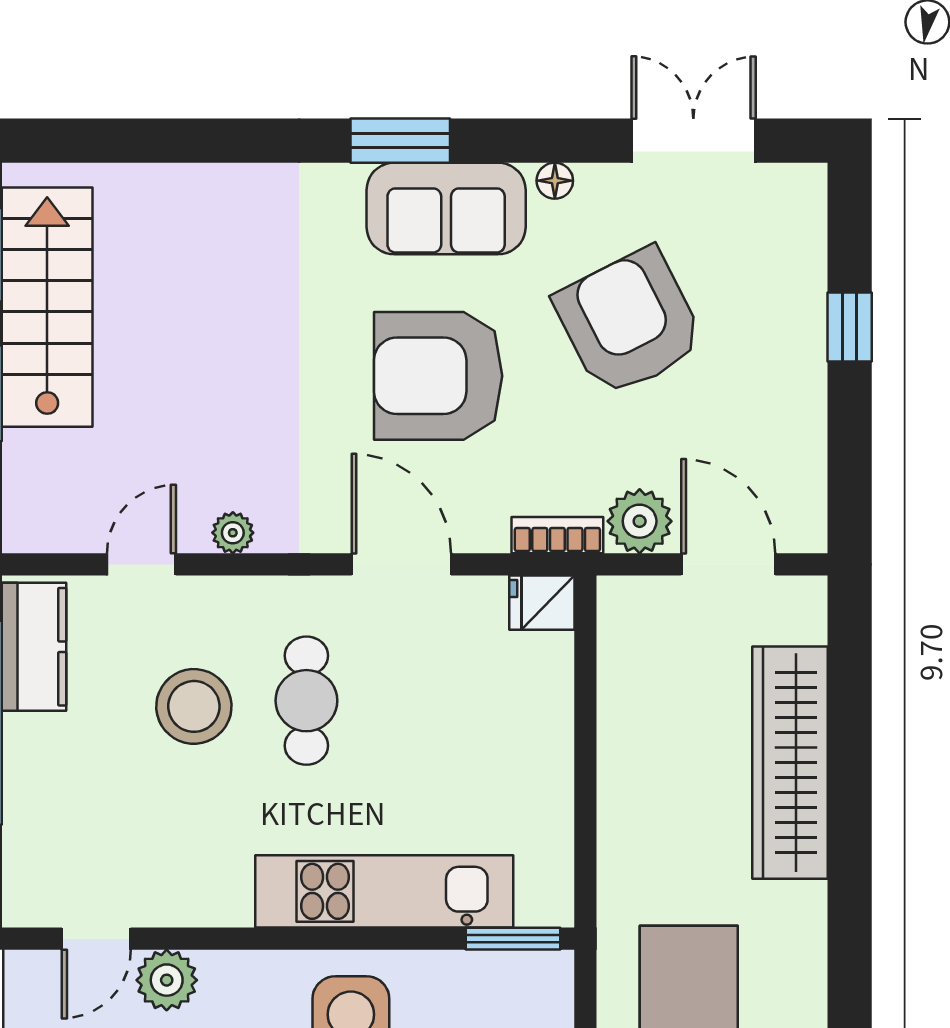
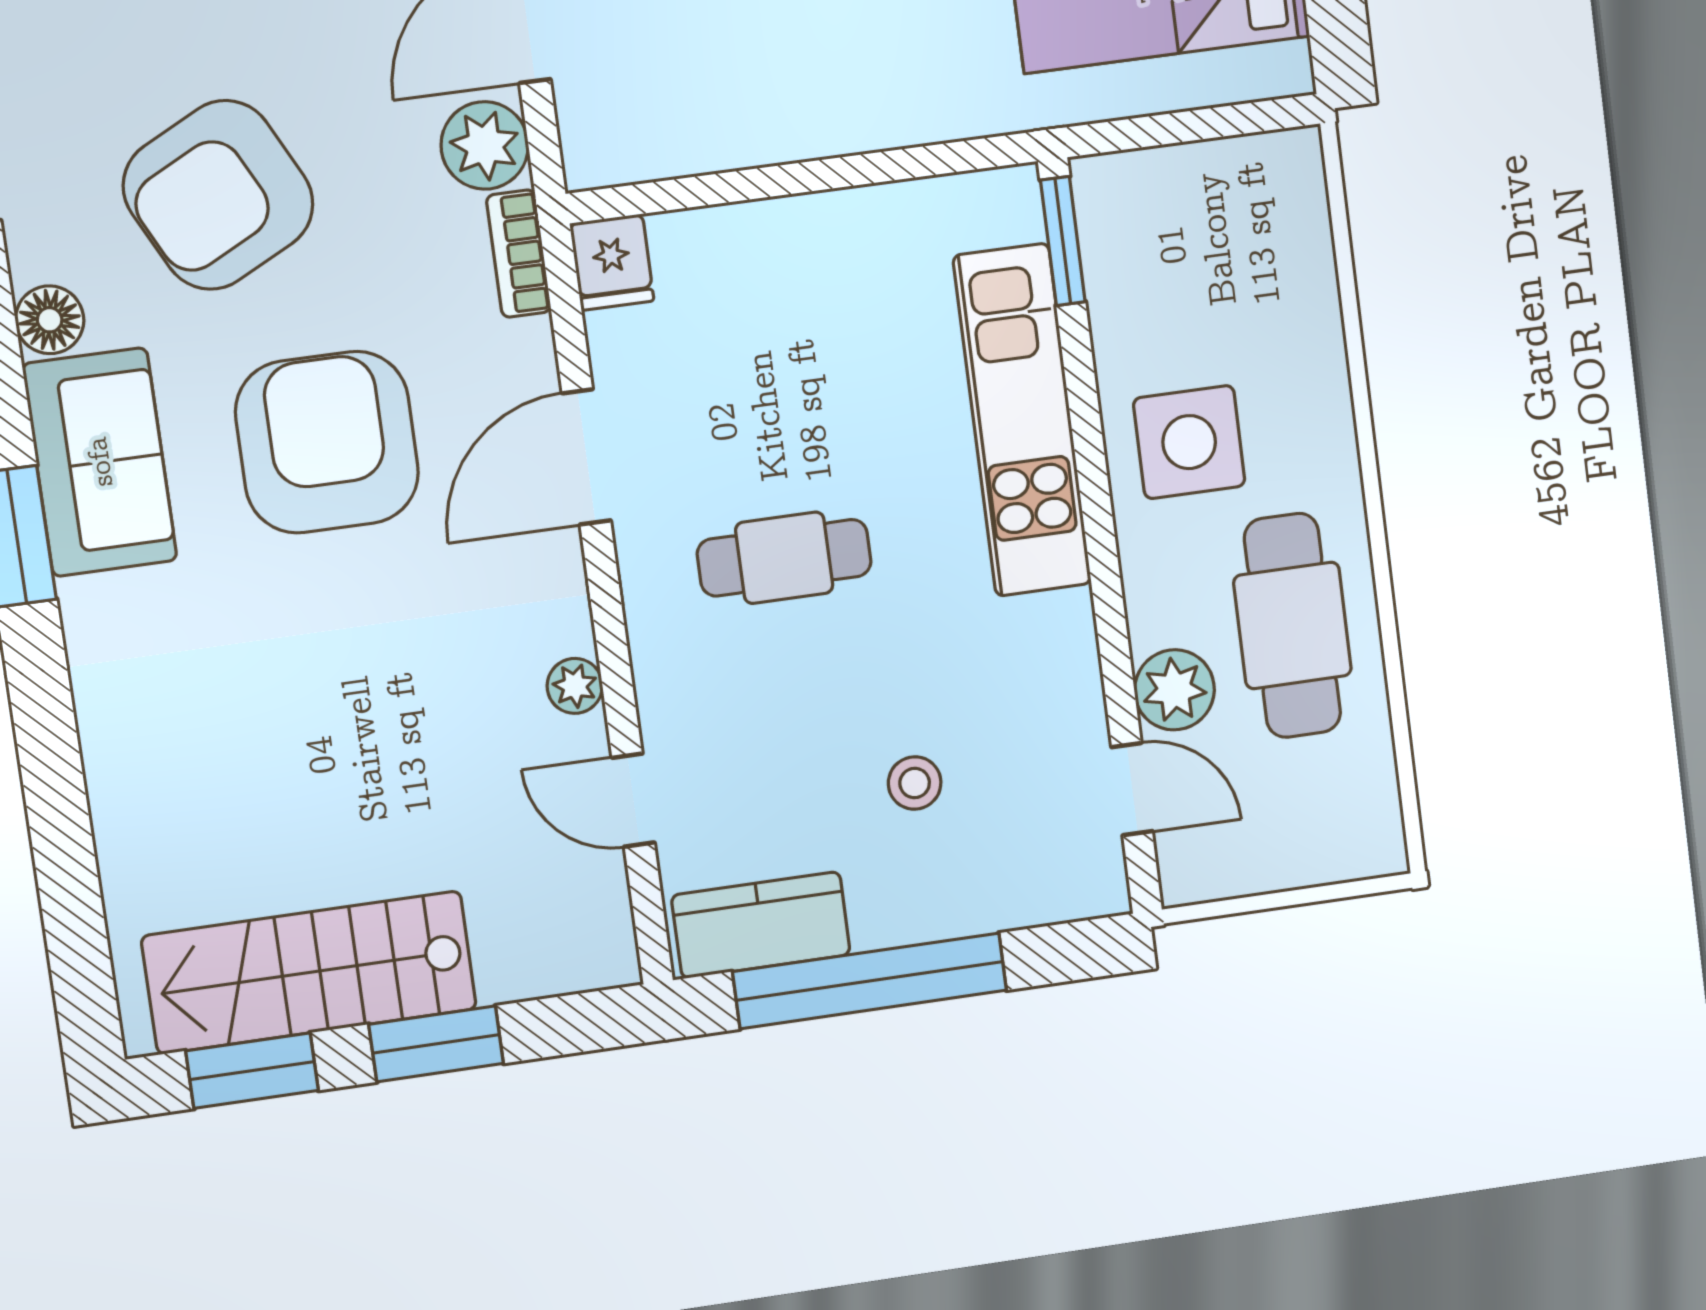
floor lamp: (555, 181) -> (50, 320), width x1.37, depth x1.37
armchair: (438, 376) -> (327, 442), turned 180
stool: (194, 706) -> (915, 783), moved, width x0.53, depth x0.53

